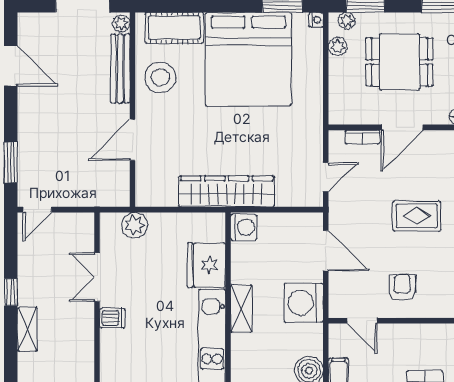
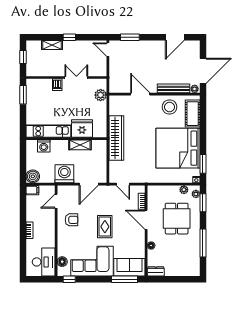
washing machine: (244, 227) -> (44, 146), moved
shelving: (241, 309) -> (80, 145), moved

